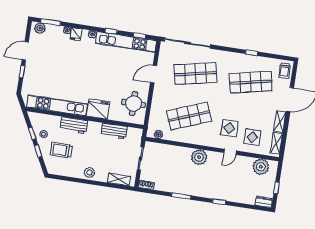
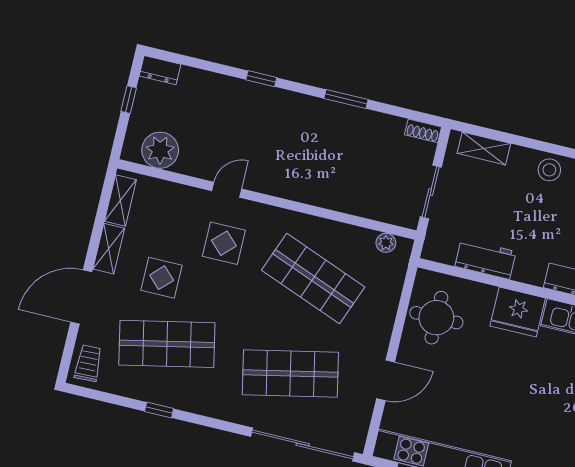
shop shelf: (189, 116) -> (313, 279), turned 42
display table: (252, 137) -> (162, 278), moved
plant: (199, 157) -> (298, 184), removed

